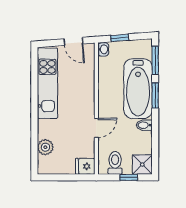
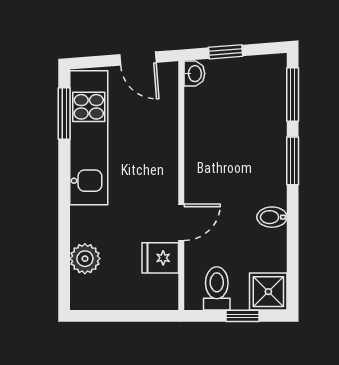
window: (34, 70) -> (64, 113), added
bathtub: (138, 89) -> (260, 148), removed
fridge: (85, 166) -> (160, 258), moved

